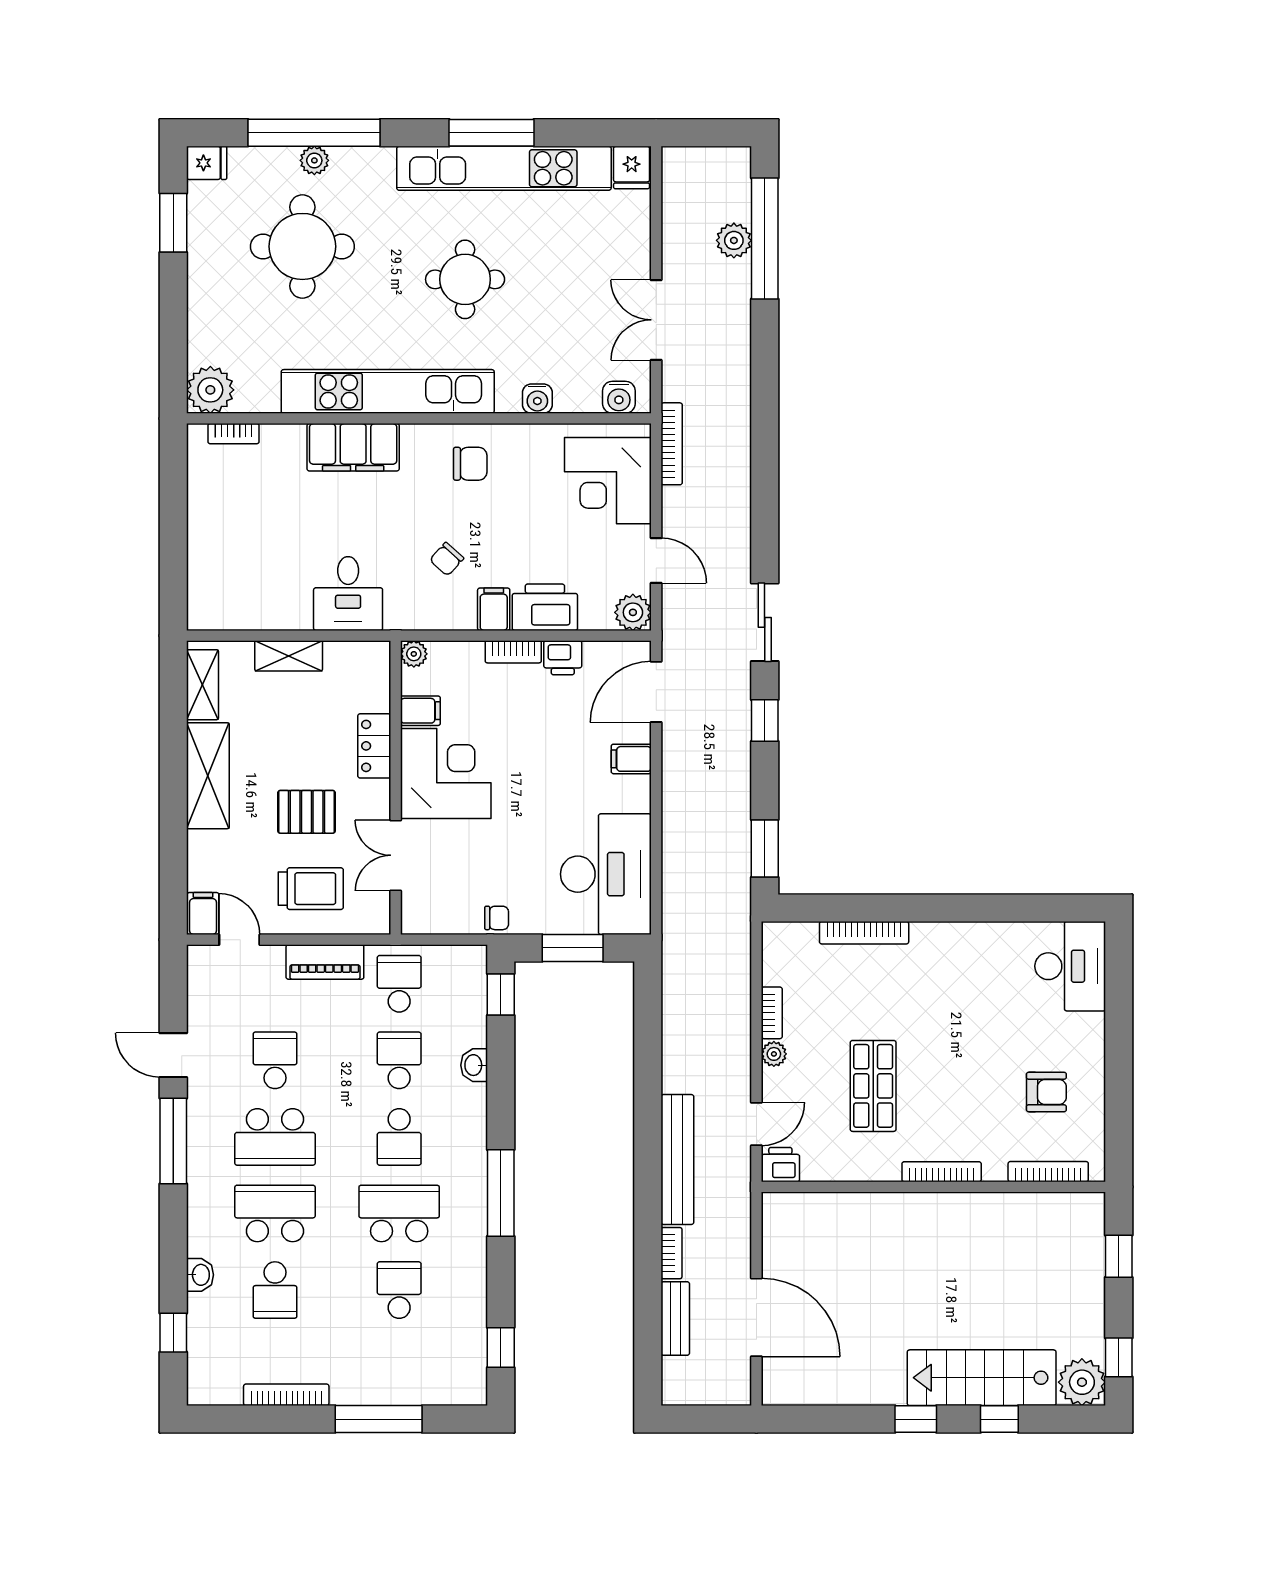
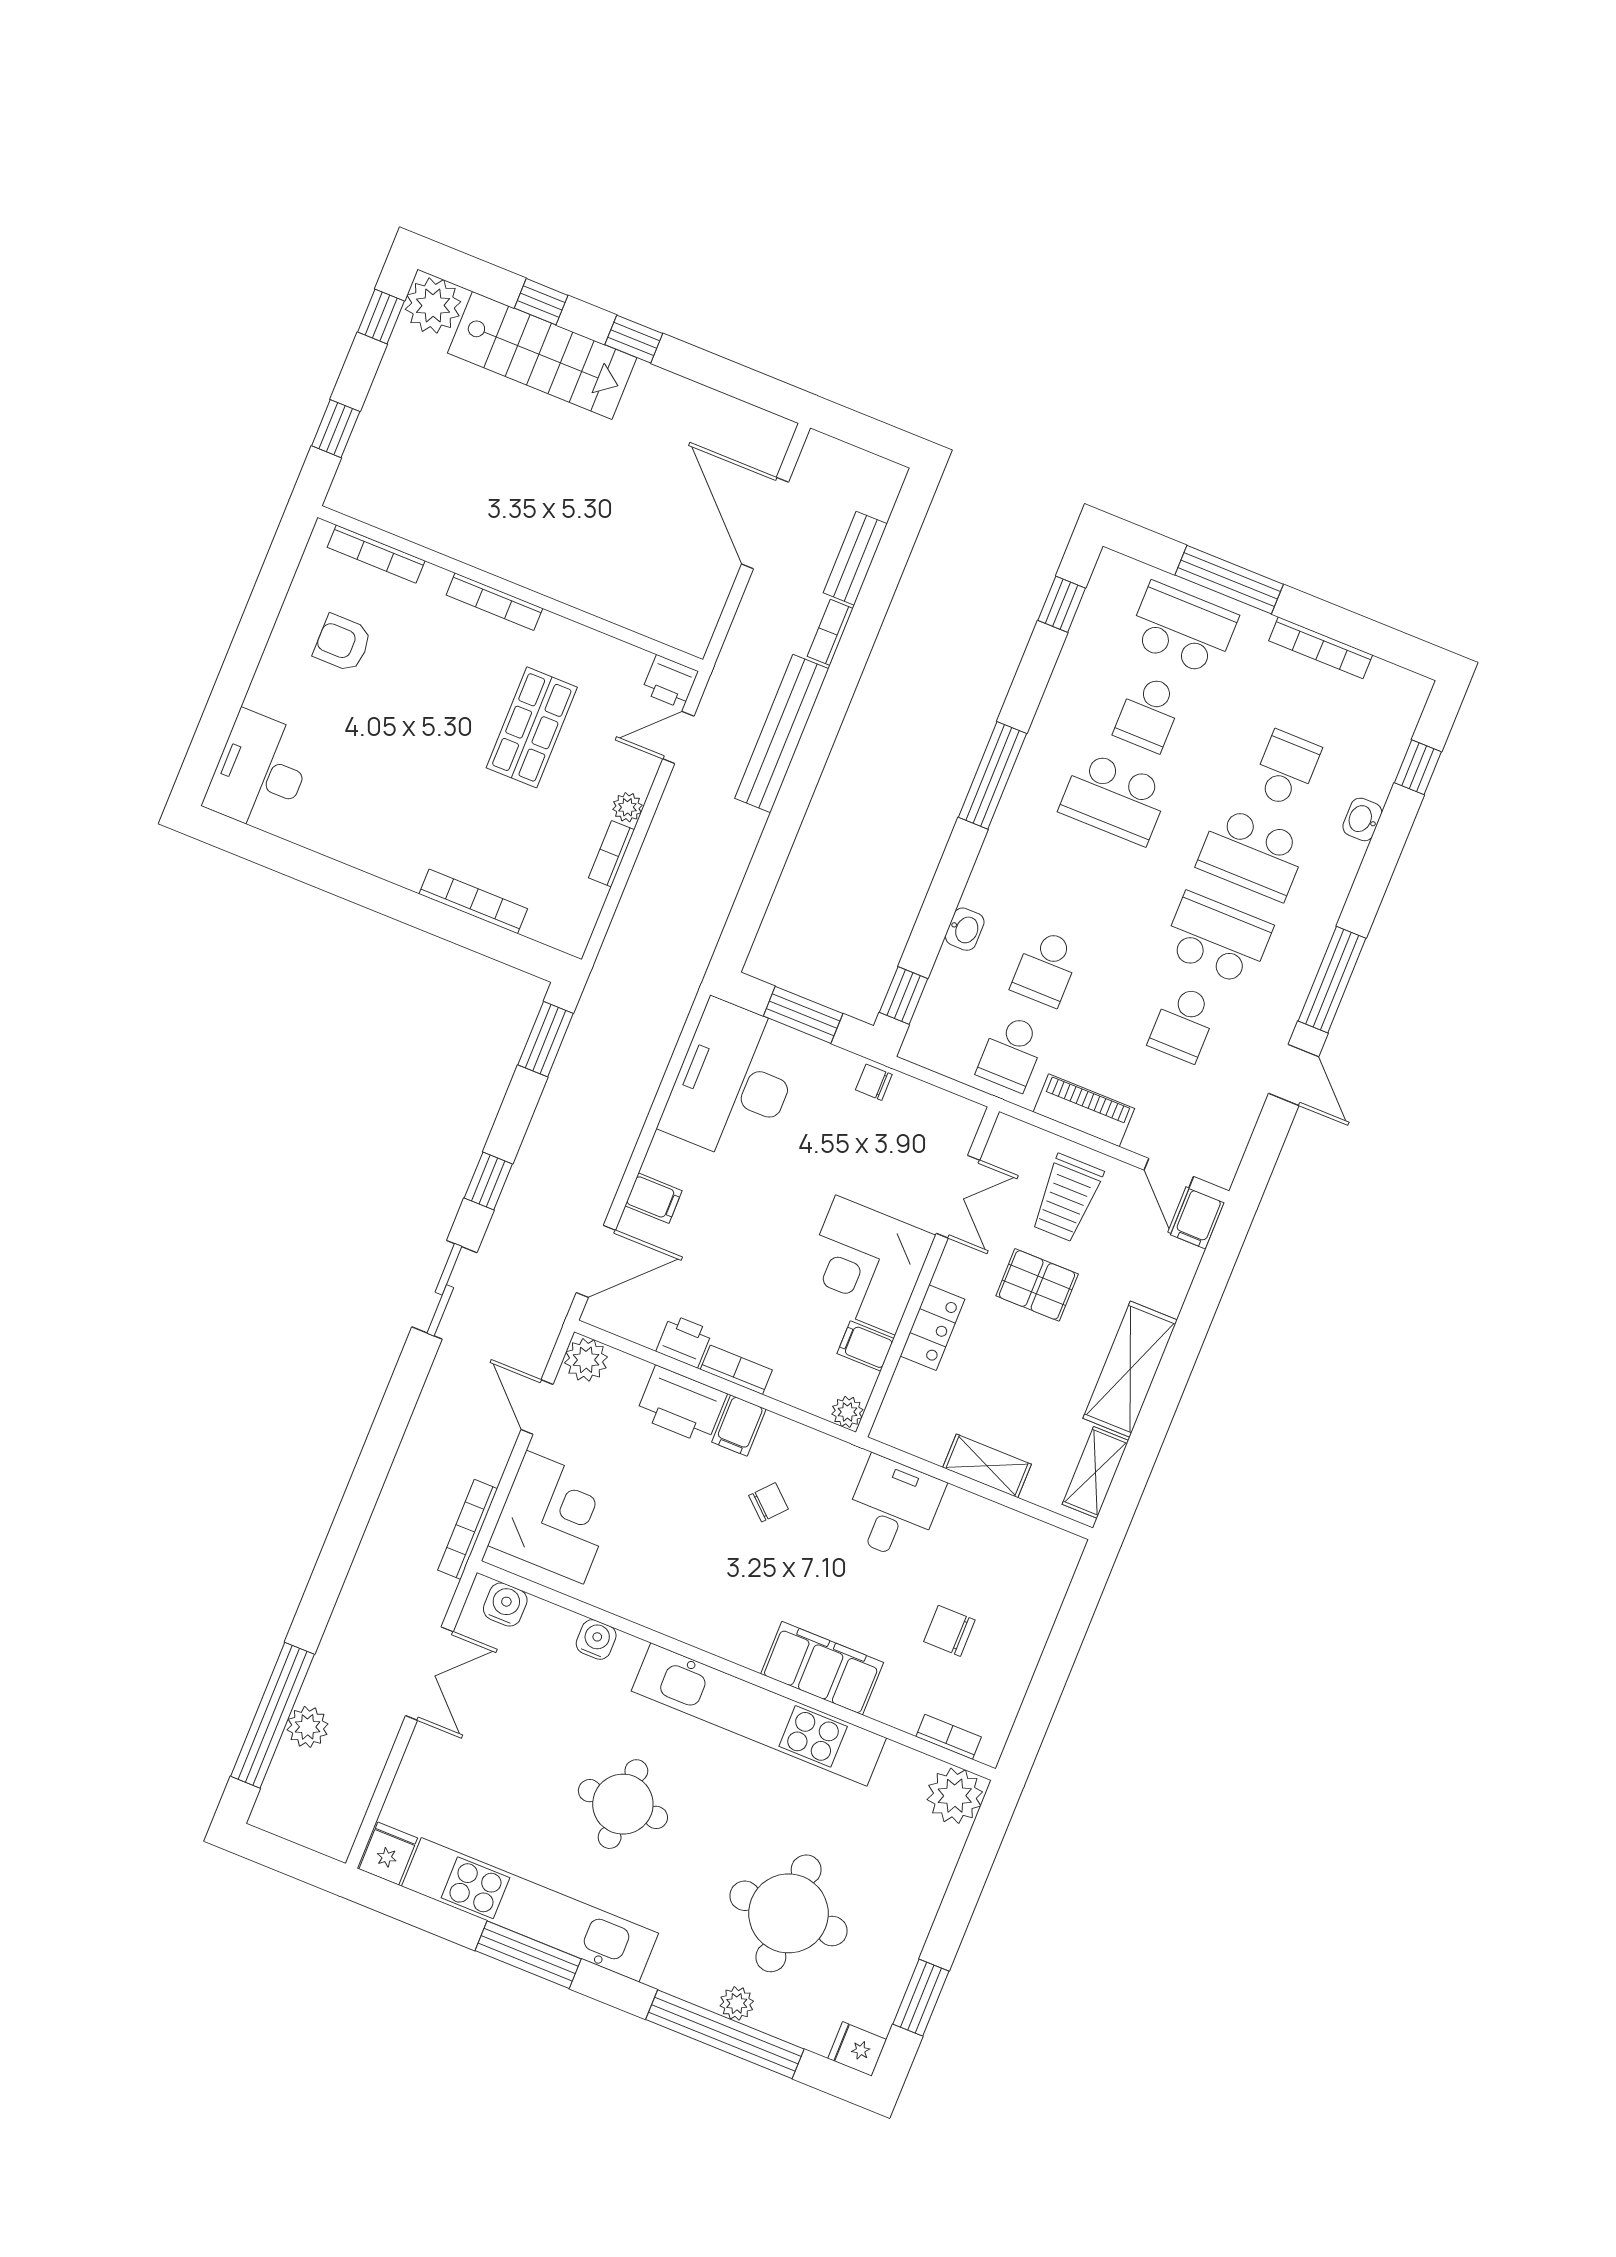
chair: (470, 464) -> (949, 1631), moved
trolley: (311, 889) -> (1067, 1198), turned -90
school desk: (399, 1137) -> (1183, 629), moved, width x1.85

